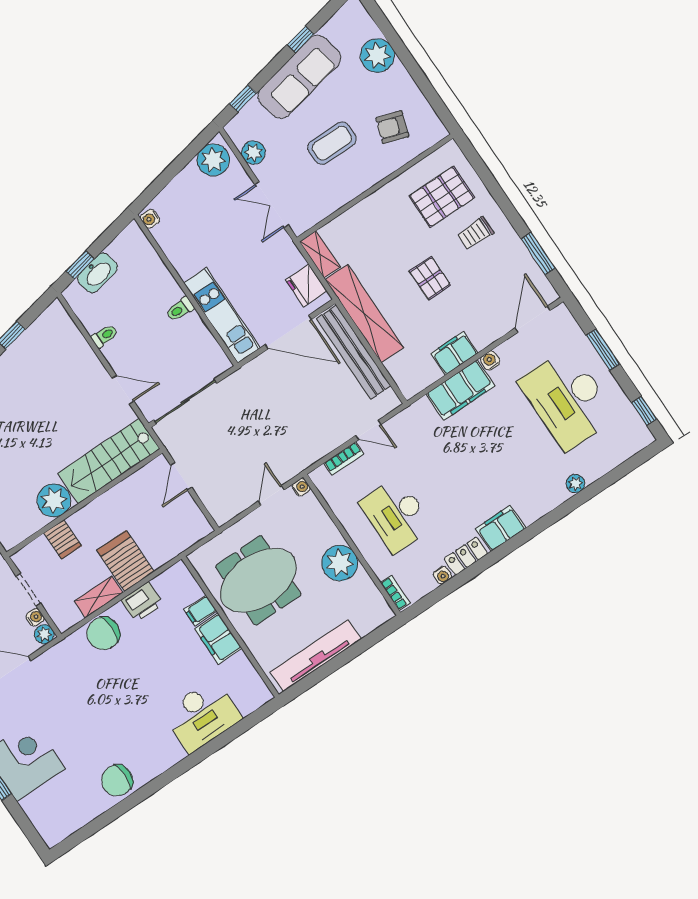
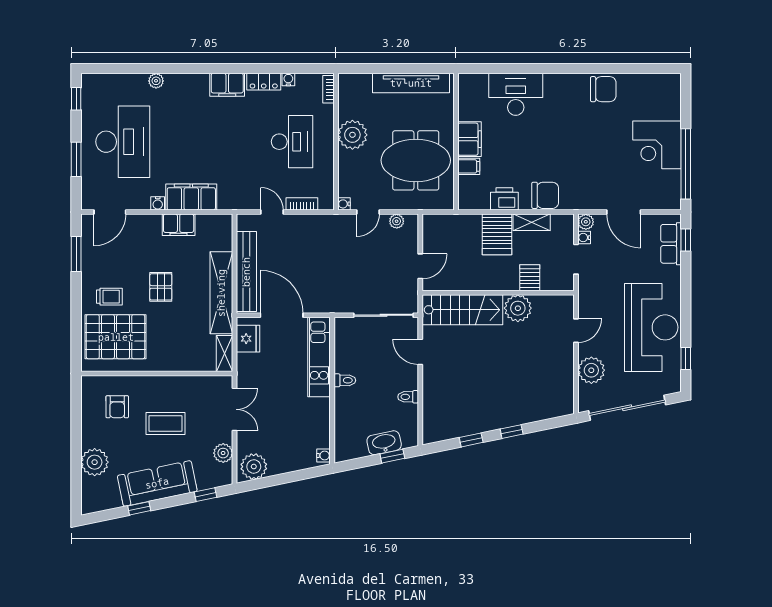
armchair: (392, 127) -> (117, 407), turned 72
pallet: (442, 197) -> (116, 337), width x1.37, depth x1.41
plant: (236, 506) -> (397, 221), added

